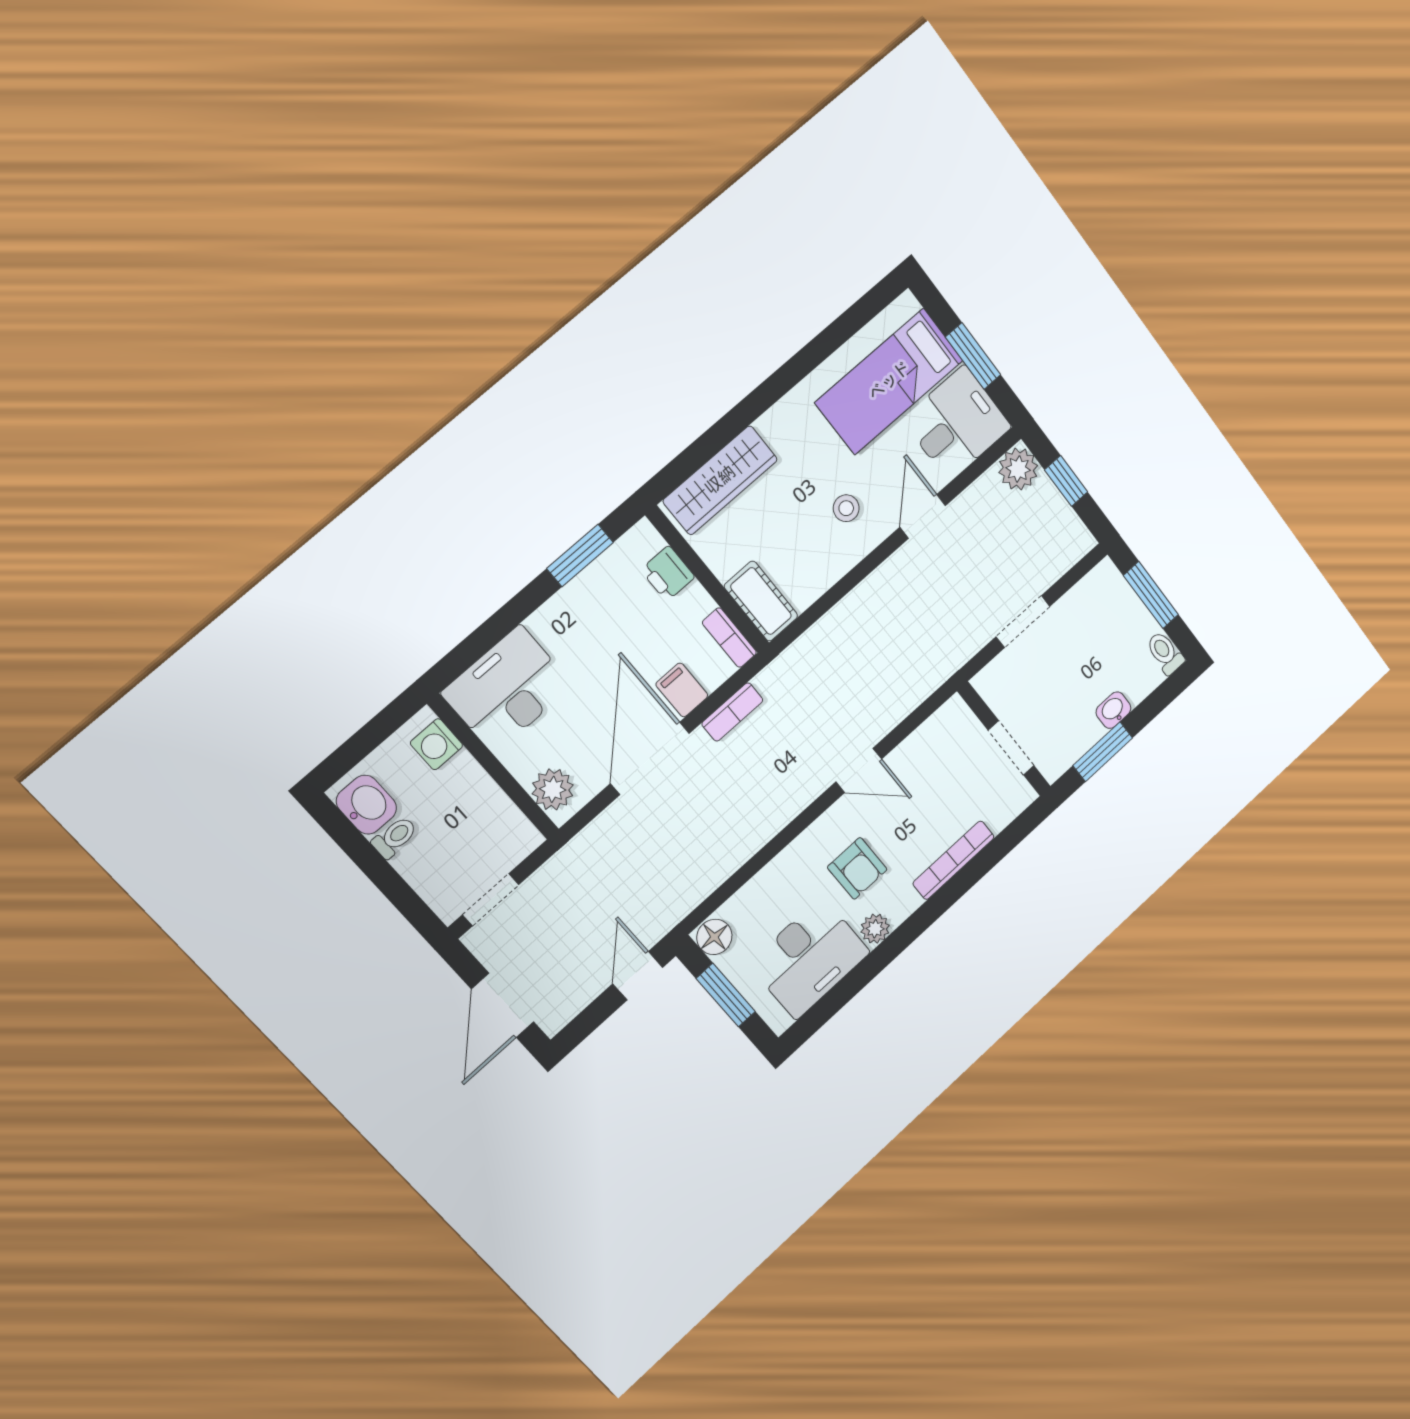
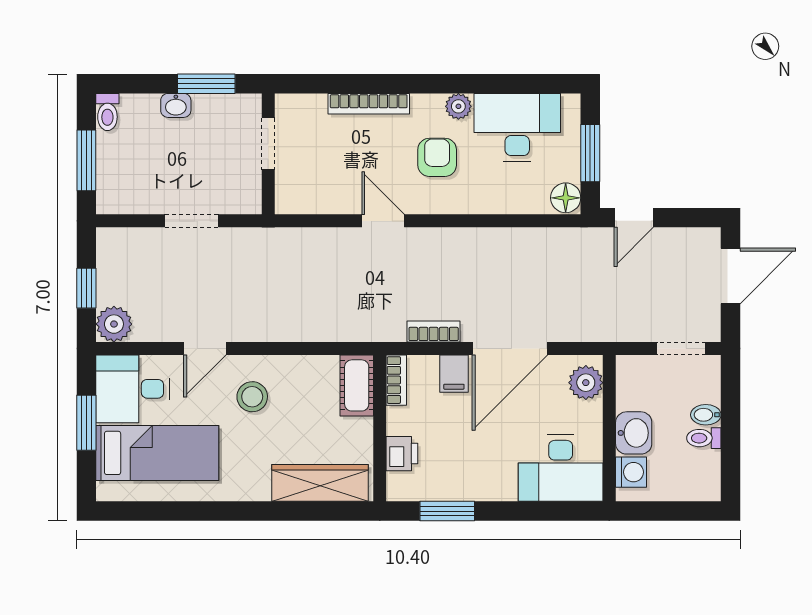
stool: (846, 508) -> (252, 397), width x1.37, depth x1.37
washbasin: (366, 805) -> (634, 433), moved, turned 180
bidet: (412, 860) -> (706, 415), added

